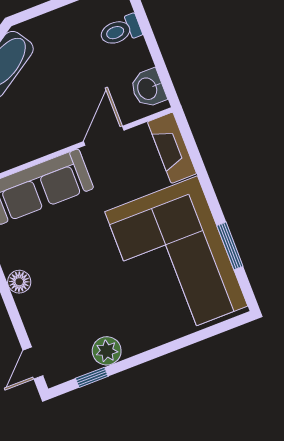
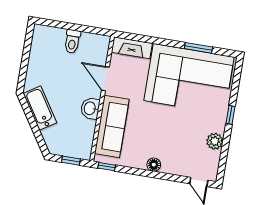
toilet: (120, 31) -> (72, 41), moved
washbasin: (148, 88) -> (90, 108), moved, turned 90
window: (92, 377) -> (231, 115), moved

